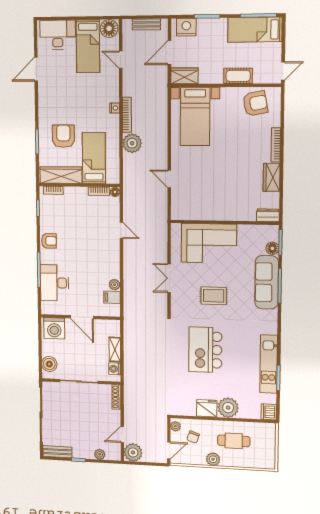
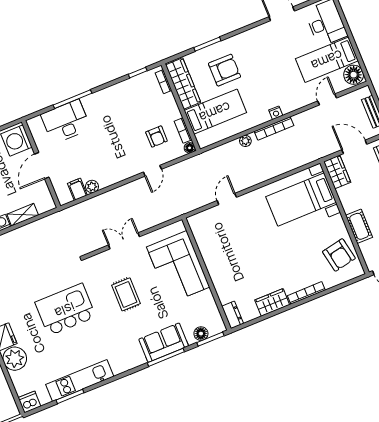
plant: (132, 143) -> (245, 141), width x0.53, depth x0.53
armchair: (49, 241) -> (157, 137), moved
sofa: (267, 282) -> (164, 343), width x0.73

